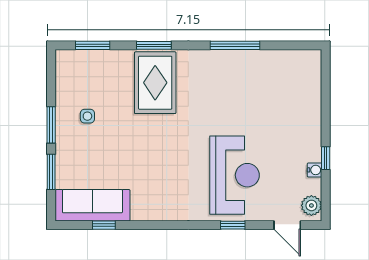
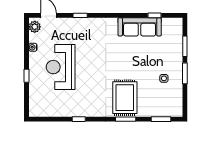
window: (235, 45) -> (79, 119), width x0.46
window: (326, 158) -> (26, 76), moved
reception desk: (234, 175) -> (61, 67), moved
sofa: (92, 205) -> (140, 27), moved

